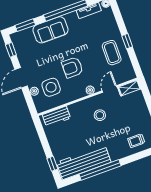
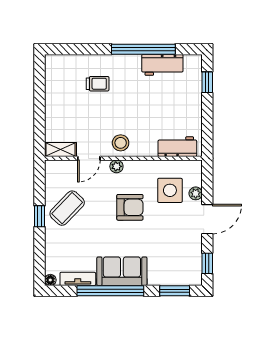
sofa: (51, 30) -> (122, 271), moved
coffee table: (112, 53) -> (67, 208), turned 44
stool: (100, 115) -> (121, 143), moved
trolley: (136, 141) -> (98, 84), moved
workbench: (84, 162) -> (162, 65), width x0.53, depth x0.76

